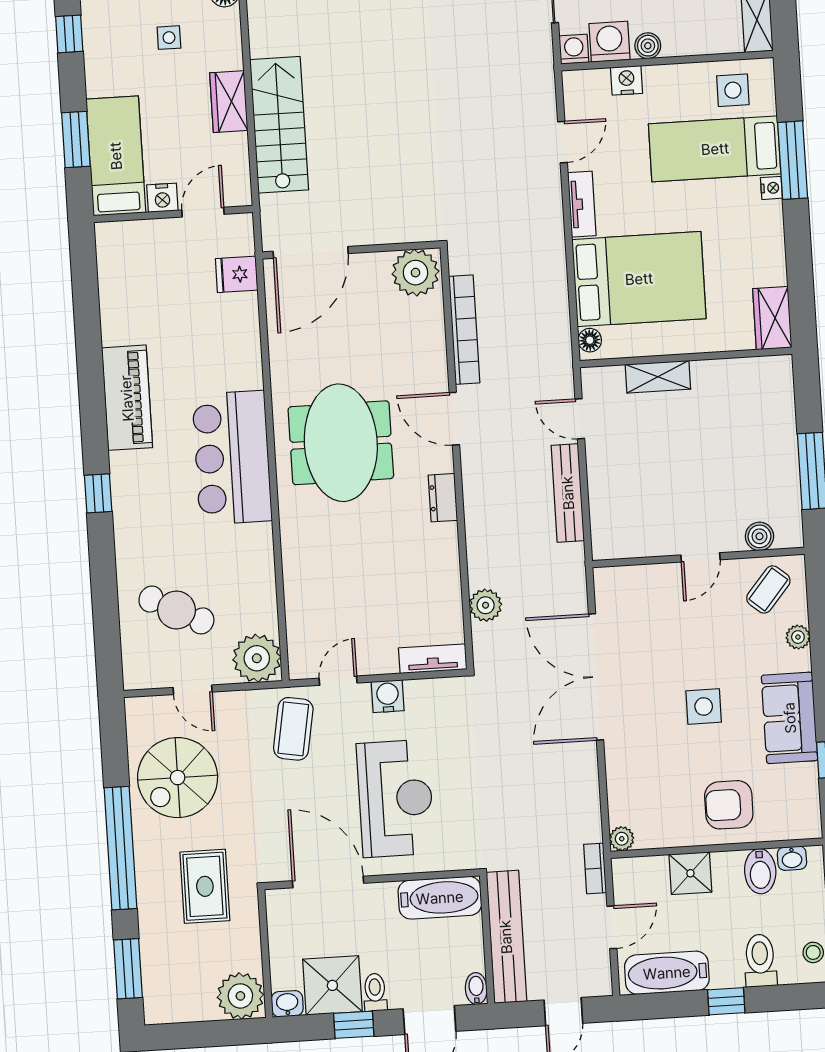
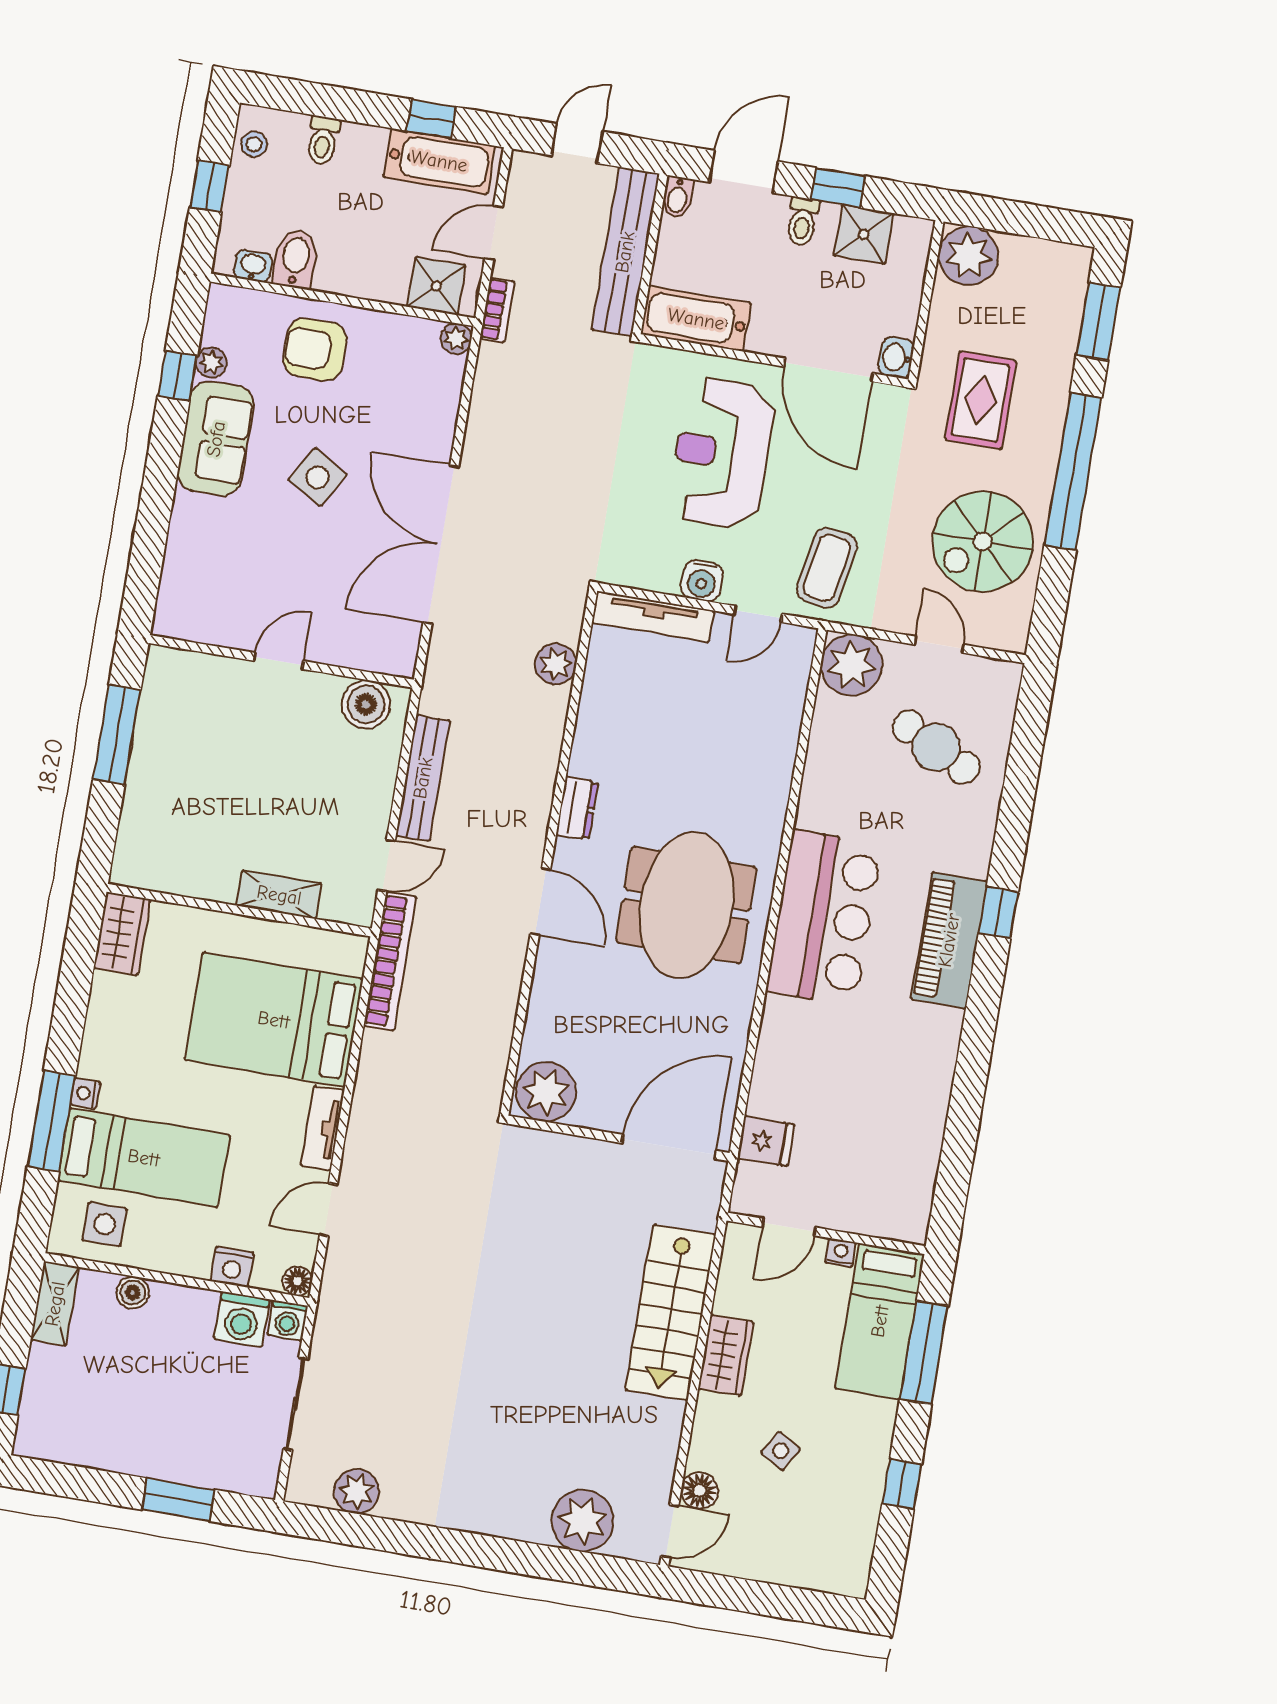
side table: (169, 38) -> (781, 1451), turned 31
boiler: (648, 46) -> (133, 1293), moved
window: (76, 140) -> (924, 1353), width x1.44
nightstand: (162, 198) -> (841, 1253), width x0.72, depth x0.74
bookcase: (464, 330) -> (390, 961), moved, turned 180
floor lamp: (590, 340) -> (297, 1281), moved
piano: (127, 398) -> (949, 940), moved
door: (580, 419) -> (387, 866), hinge flipped
boiler: (759, 536) -> (366, 704), moved, width x1.36, depth x1.36
coffee table: (768, 589) -> (205, 602), removed
plant: (798, 637) -> (211, 363), moved
tv unit: (433, 659) -> (653, 617), width x1.41
double door: (596, 677) -> (441, 544), swing flipped
side table: (704, 707) -> (318, 477), turned 31
spiral stairs: (178, 778) -> (983, 541), turned 180
armchair: (729, 805) -> (315, 349), turned 180
shower: (690, 873) -> (436, 286), moved
toilet: (760, 961) -> (323, 141), width x0.73, depth x0.72
shower: (332, 985) -> (864, 234), width x0.73, depth x0.73
window: (726, 1001) -> (431, 119), moved
washbasin: (287, 1004) -> (896, 358), moved, turned 90

